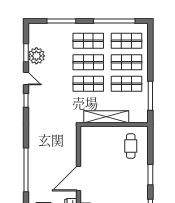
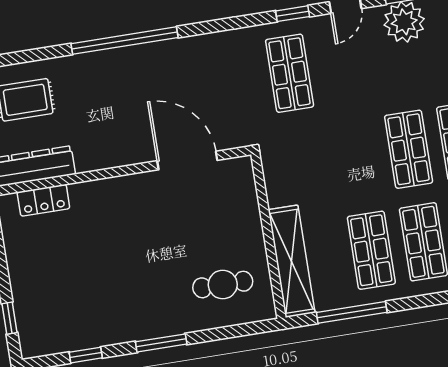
shop shelf: (88, 84) -> (290, 73), moved
shelving: (106, 117) -> (292, 261), moved
door: (78, 179) -> (187, 161), moved

